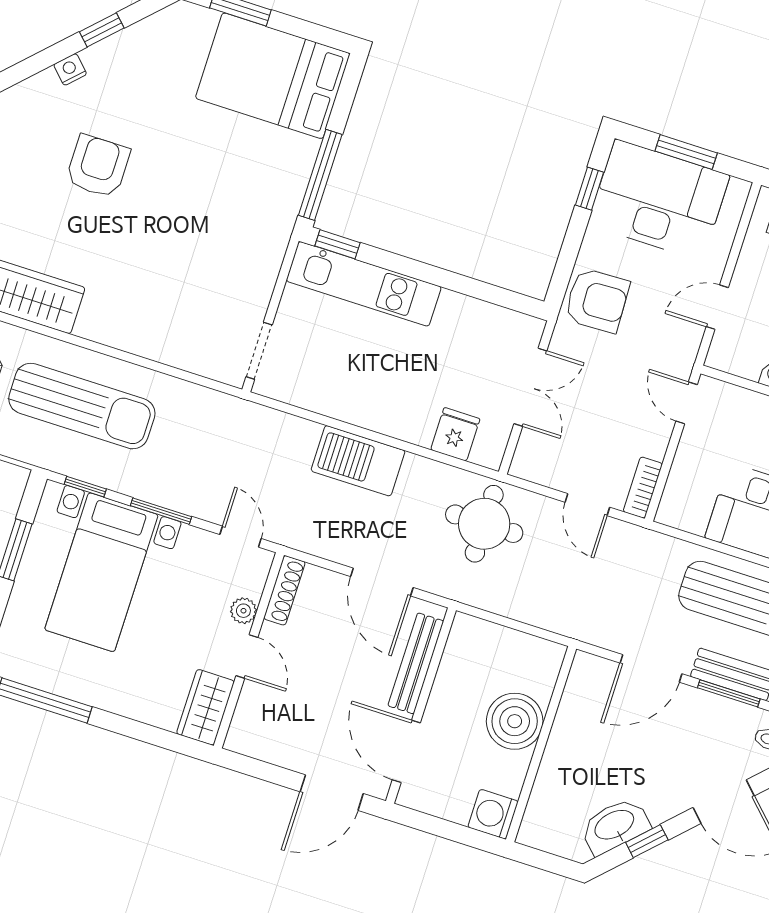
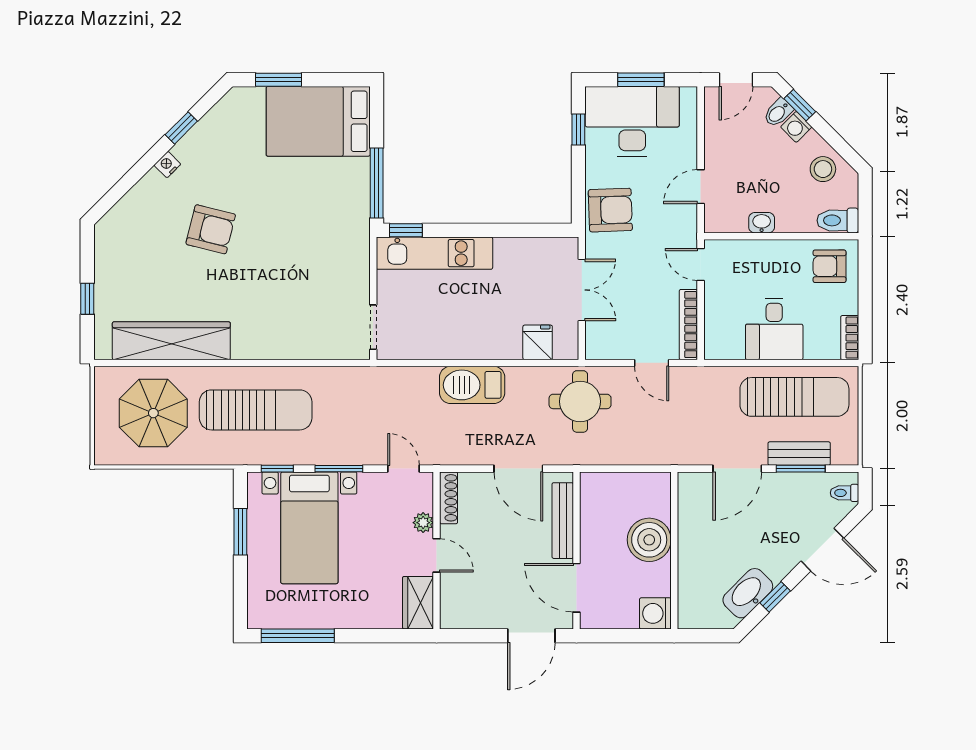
armchair: (98, 166) -> (211, 229), turned 104
bookcase: (643, 488) -> (688, 325), width x1.56

